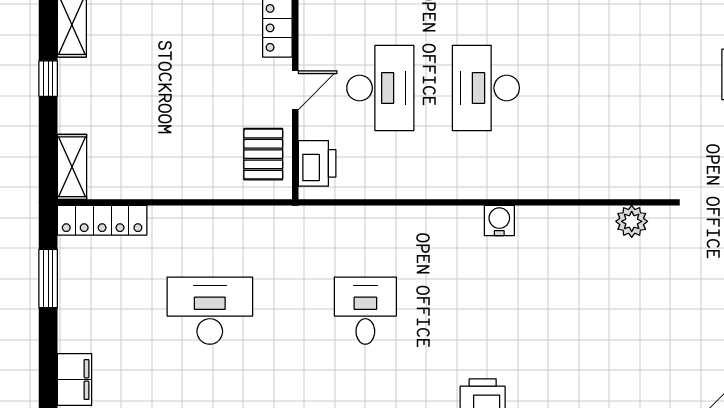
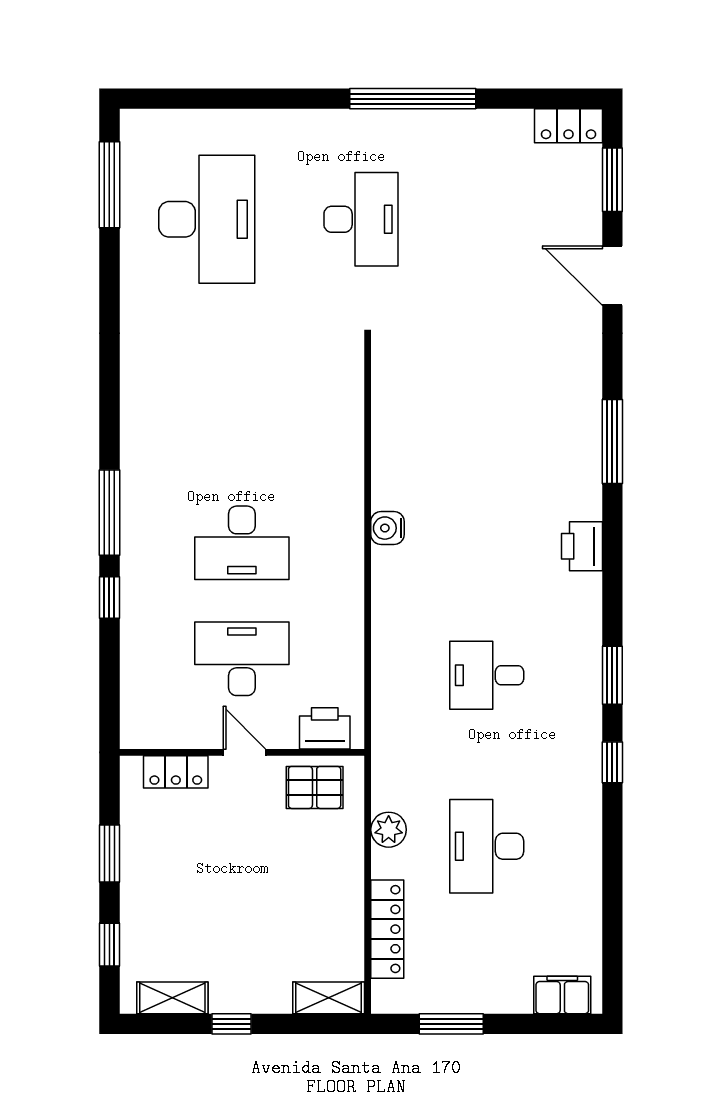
locker: (102, 220) -> (387, 929), moved
plant: (632, 221) -> (389, 830), moved

